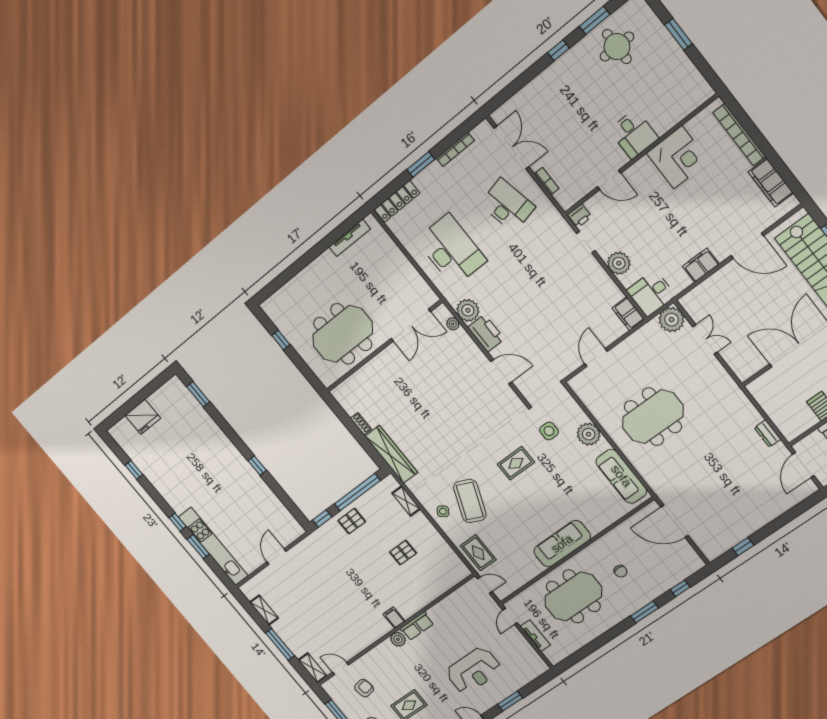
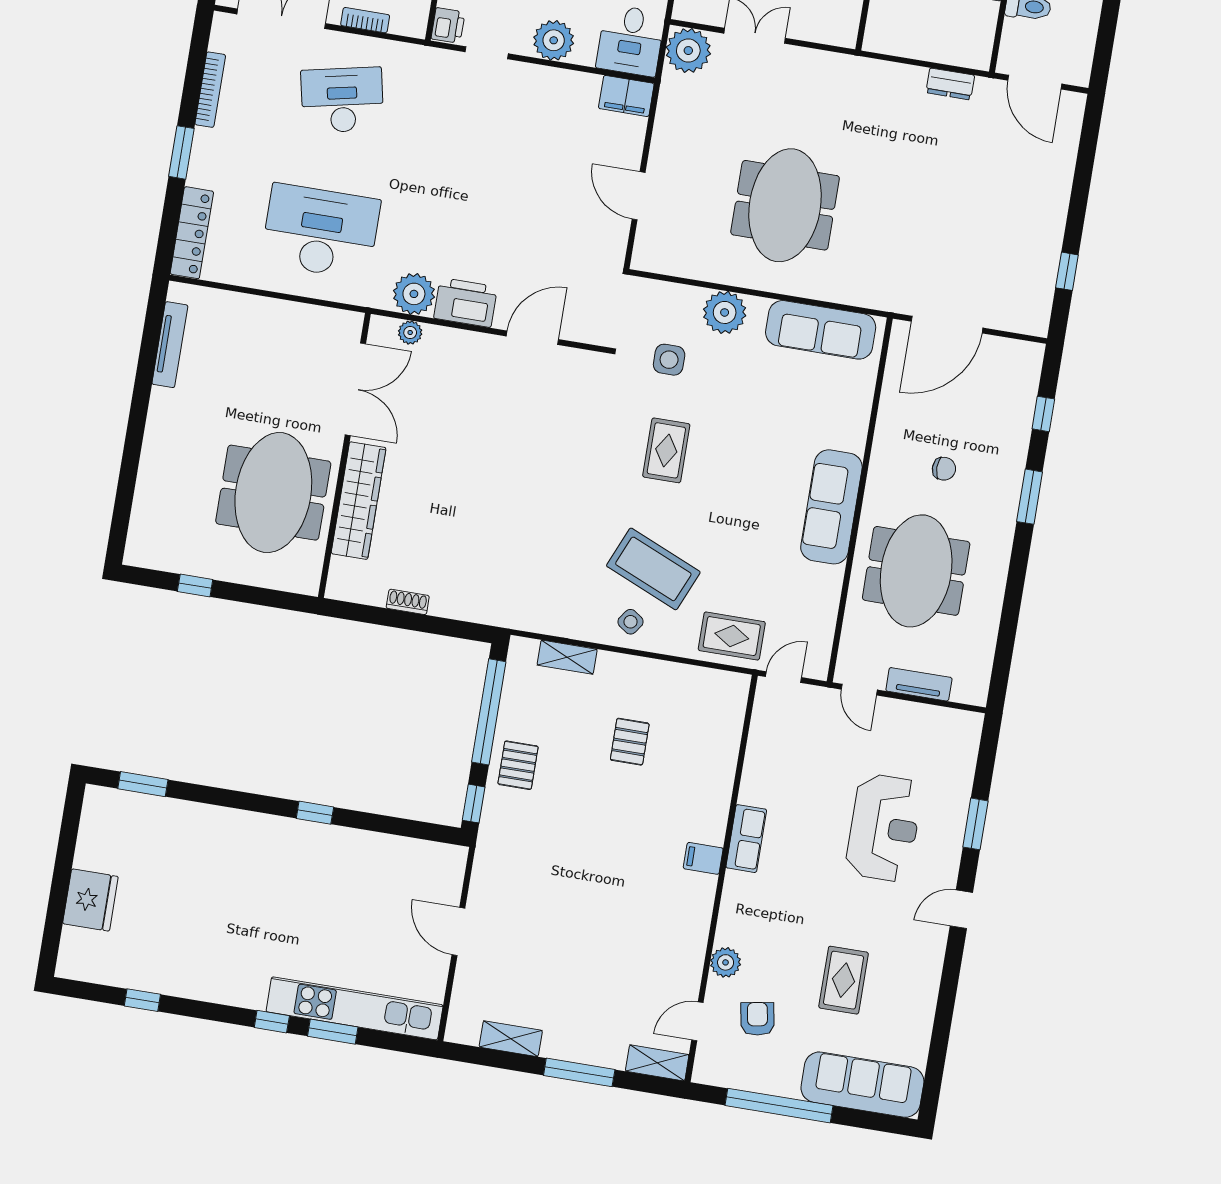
wardrobe: (391, 454) -> (359, 501), moved, turned 90
plant: (398, 639) -> (726, 962), moved

